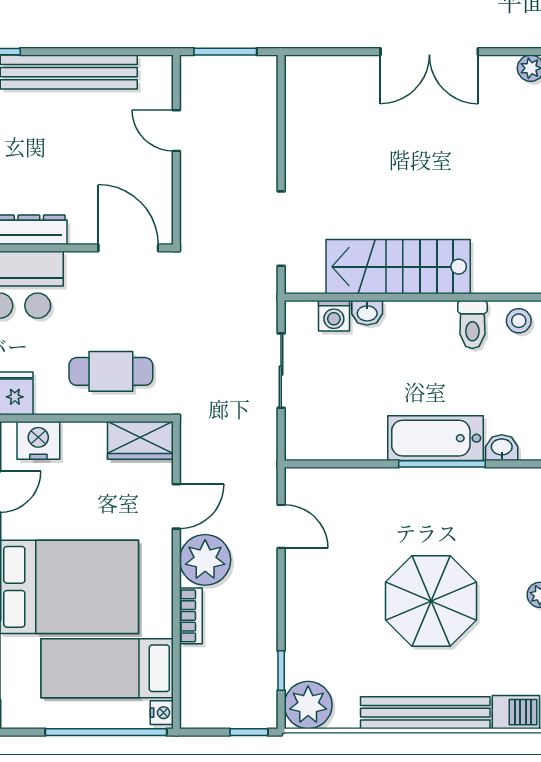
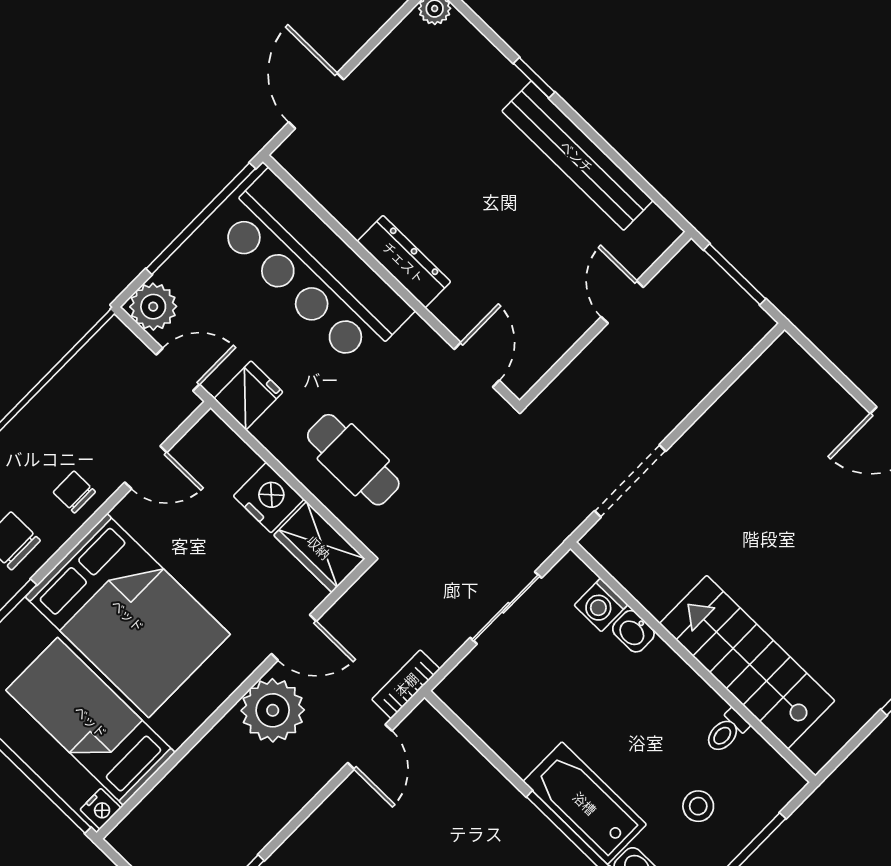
door: (128, 248) -> (477, 365), width x0.73
stairs: (398, 267) -> (747, 662), moved
stool: (519, 321) -> (698, 806), moved
toilet: (472, 324) -> (726, 731), width x0.73, depth x0.72
nightstand: (38, 440) -> (269, 498), moved
bookcase: (191, 616) -> (406, 684), moved, turned 180

